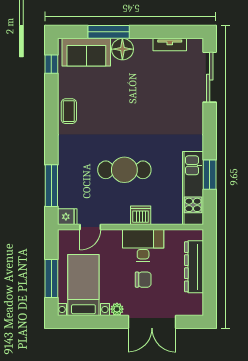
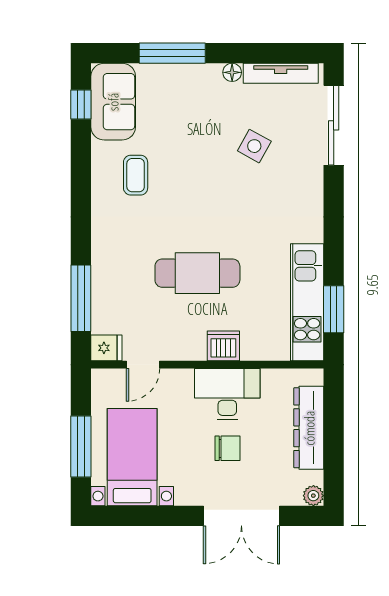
tv unit: (170, 45) -> (281, 73), width x1.41
floor lamp: (122, 49) -> (232, 72), moved, width x0.53, depth x0.53
sofa: (86, 52) -> (113, 102), moved, turned -90
side table: (160, 90) -> (254, 146), added
coffee table: (69, 111) -> (136, 175), moved
window: (210, 175) -> (334, 309), moved
plant: (117, 309) -> (313, 496), moved

